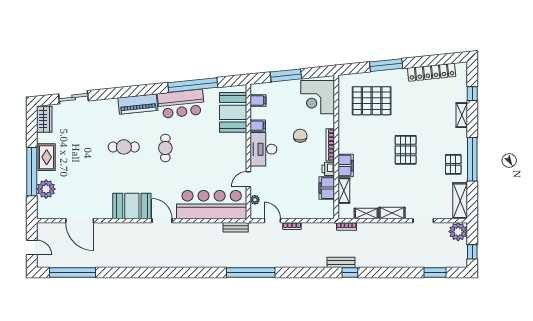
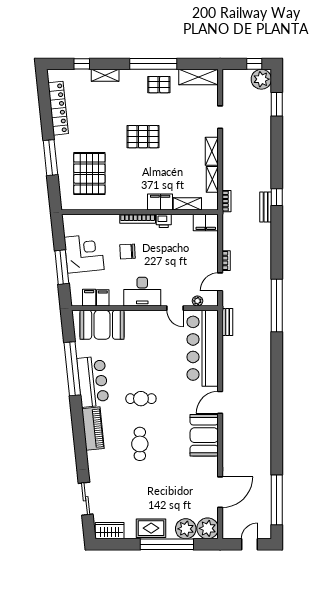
corner desk: (318, 97) -> (84, 253), moved, turned -96
filing cabinet: (258, 126) -> (103, 298), moved
filing cabinet: (327, 188) -> (206, 223), moved
plant: (46, 209) -> (208, 528), added
plant: (458, 232) -> (261, 79), moved

